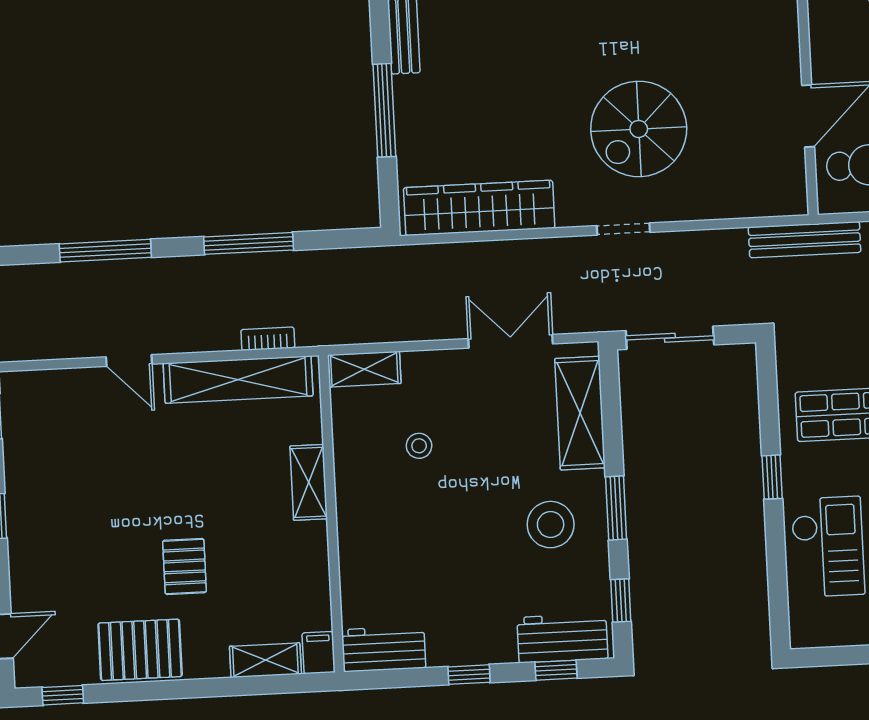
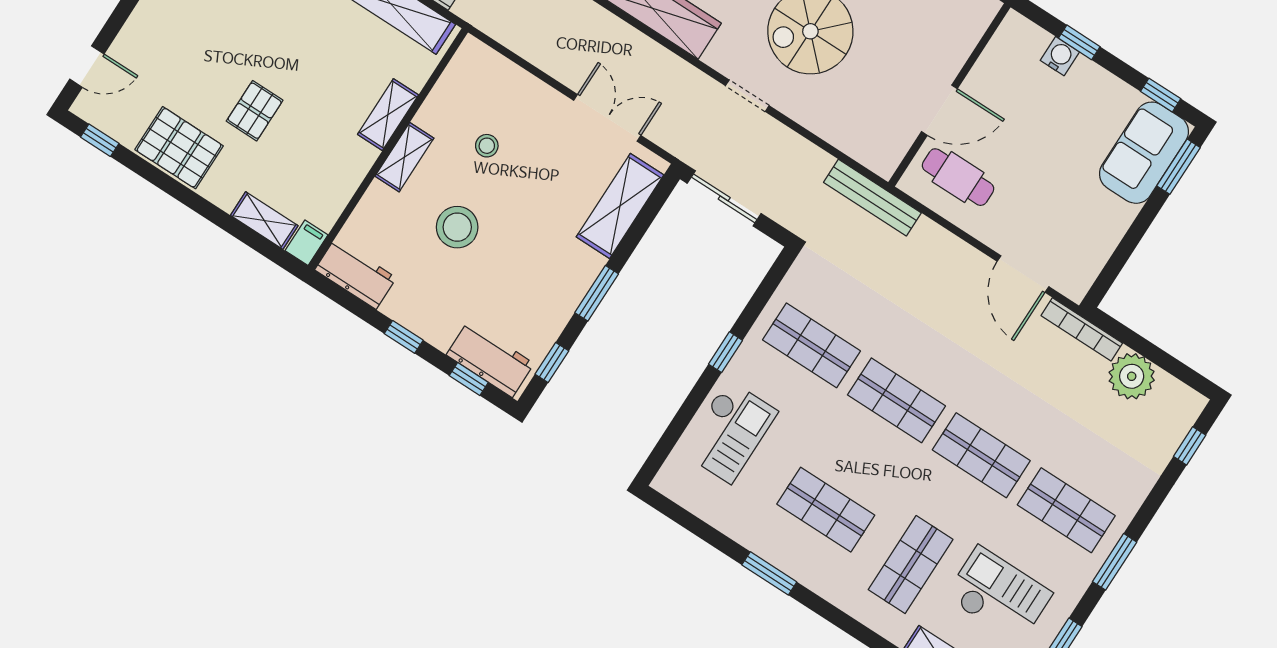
shelving: (364, 369) -> (404, 157), moved, turned 90
stool: (551, 525) -> (457, 227), moved

